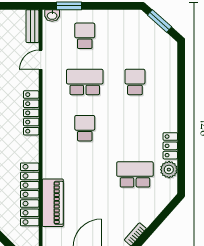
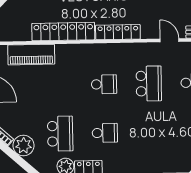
school desk: (135, 82) -> (105, 133), moved
locker: (30, 194) -> (63, 32), moved
plant: (146, 212) -> (23, 145), added

